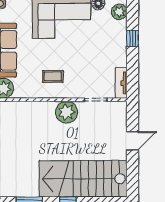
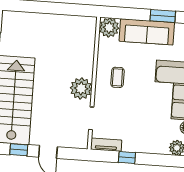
window: (133, 38) -> (127, 158), moved
window: (133, 170) -> (19, 150), added

